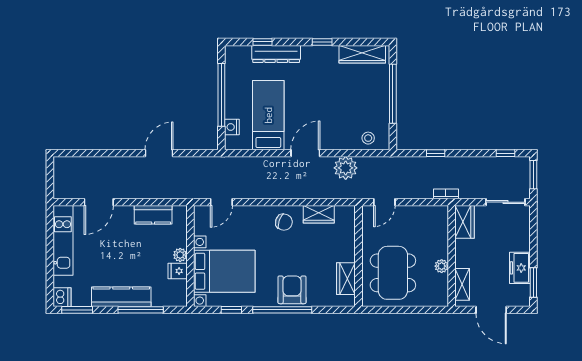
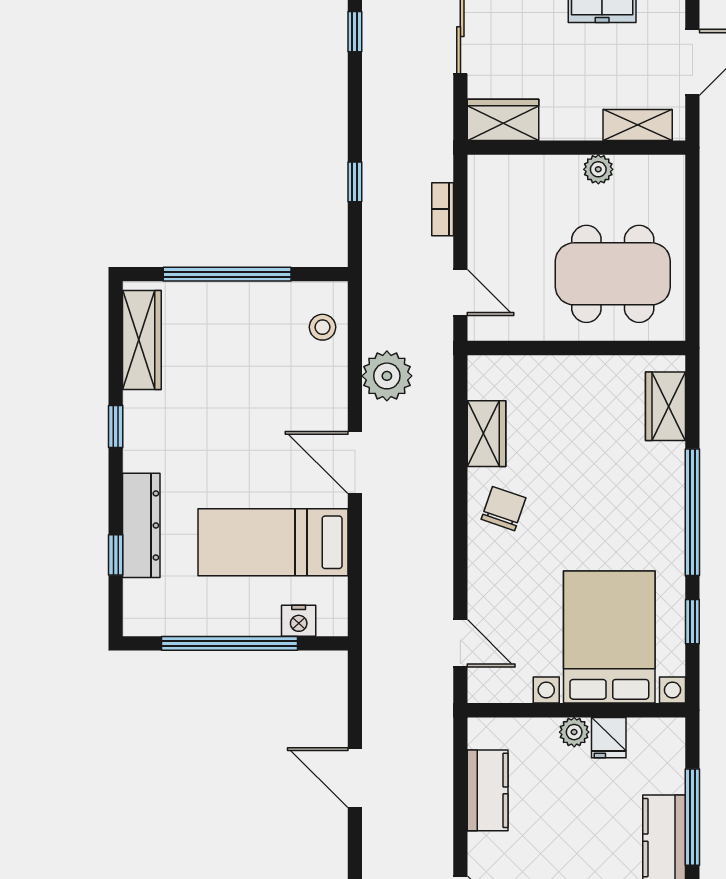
bookcase: (446, 194) -> (443, 209), moved
wardrobe: (346, 279) -> (665, 406), moved, turned 90
armchair: (292, 290) -> (649, 491), removed

